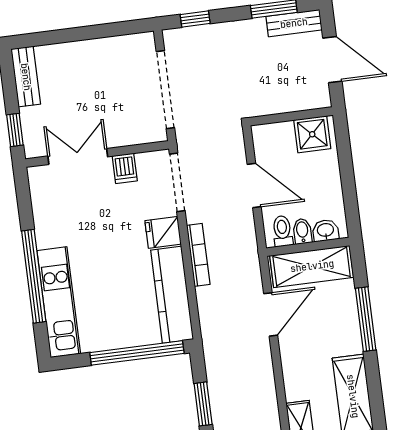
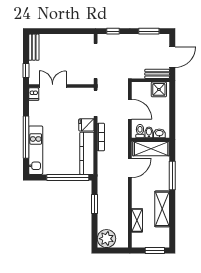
bench: (294, 23) -> (157, 74), moved
door: (332, 60) -> (172, 57), hinge flipped
dishwasher: (125, 168) -> (34, 94), moved

